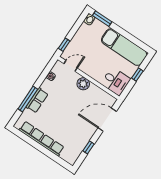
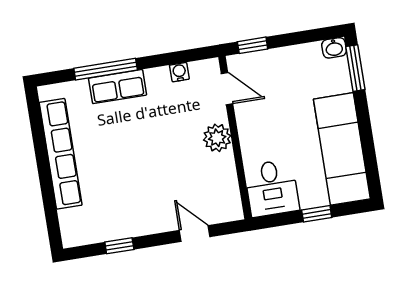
door: (107, 120) -> (195, 234), width x0.53

